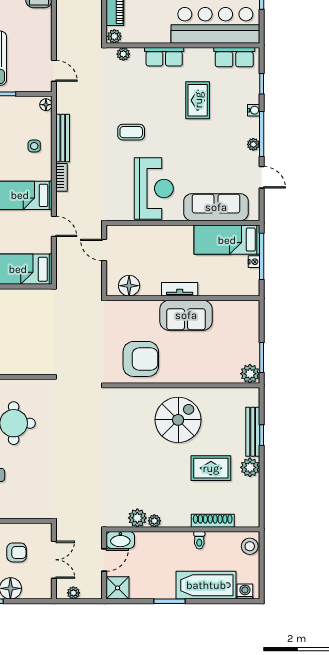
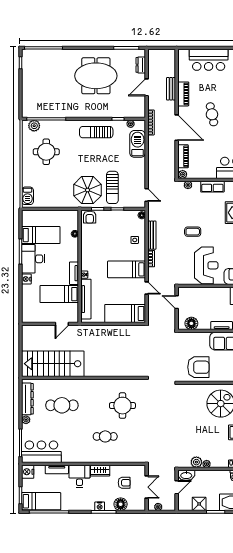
shower: (118, 588) -> (199, 504), moved

